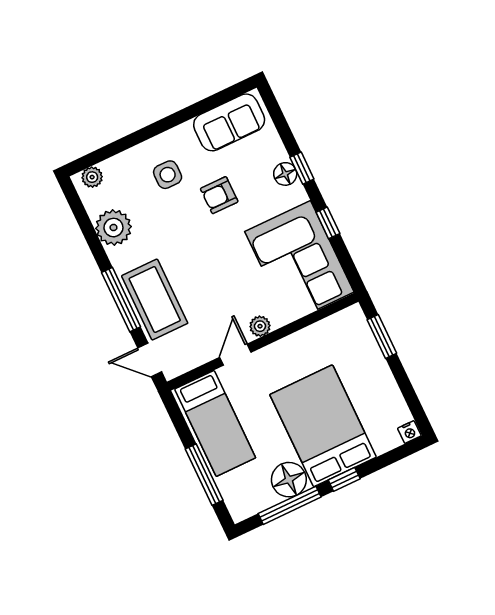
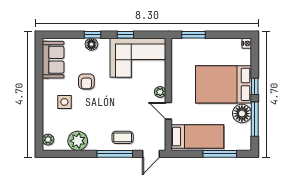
coffee table: (155, 300) -> (123, 137), width x0.54, depth x0.58

